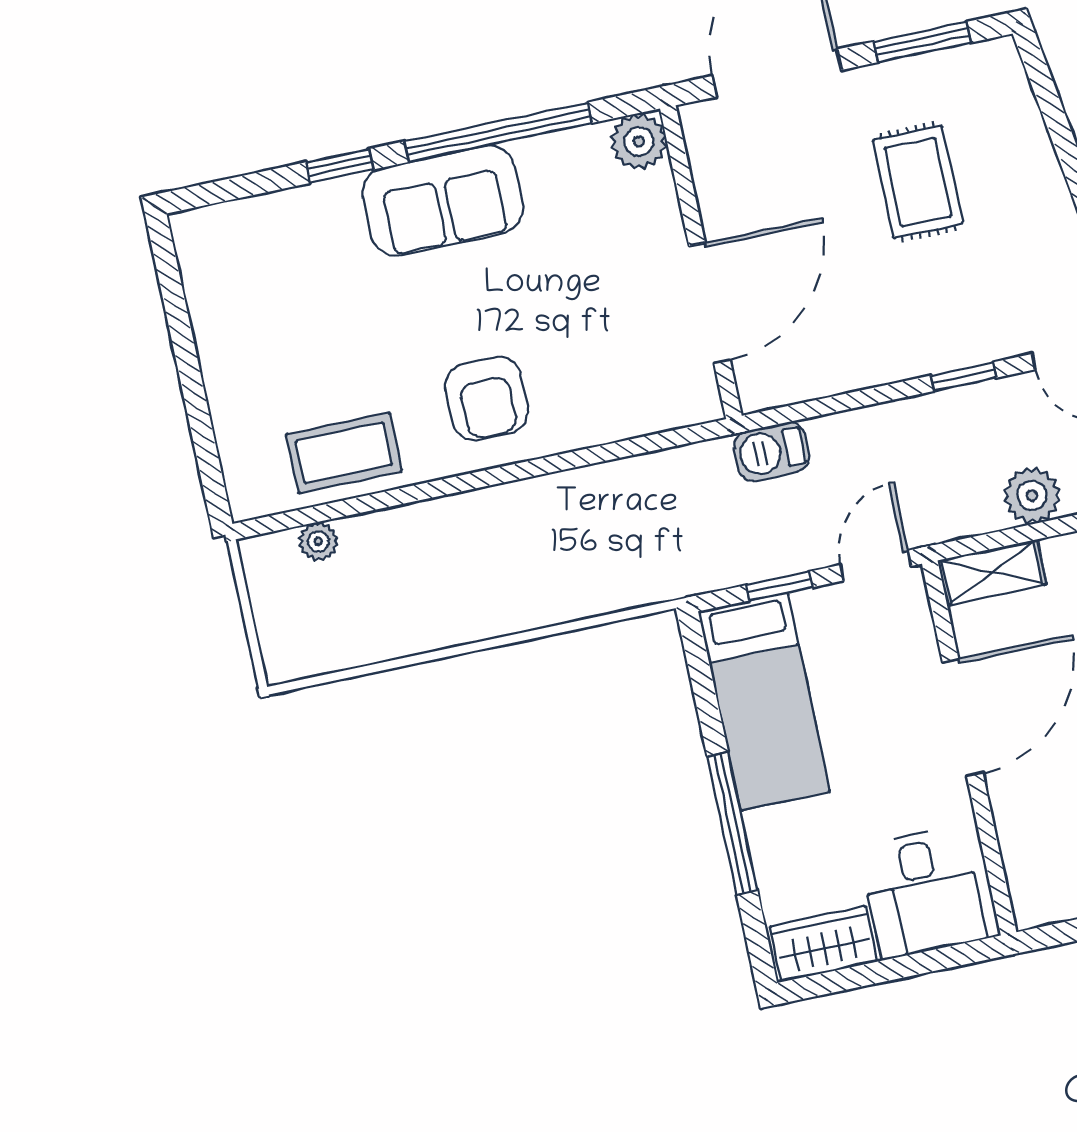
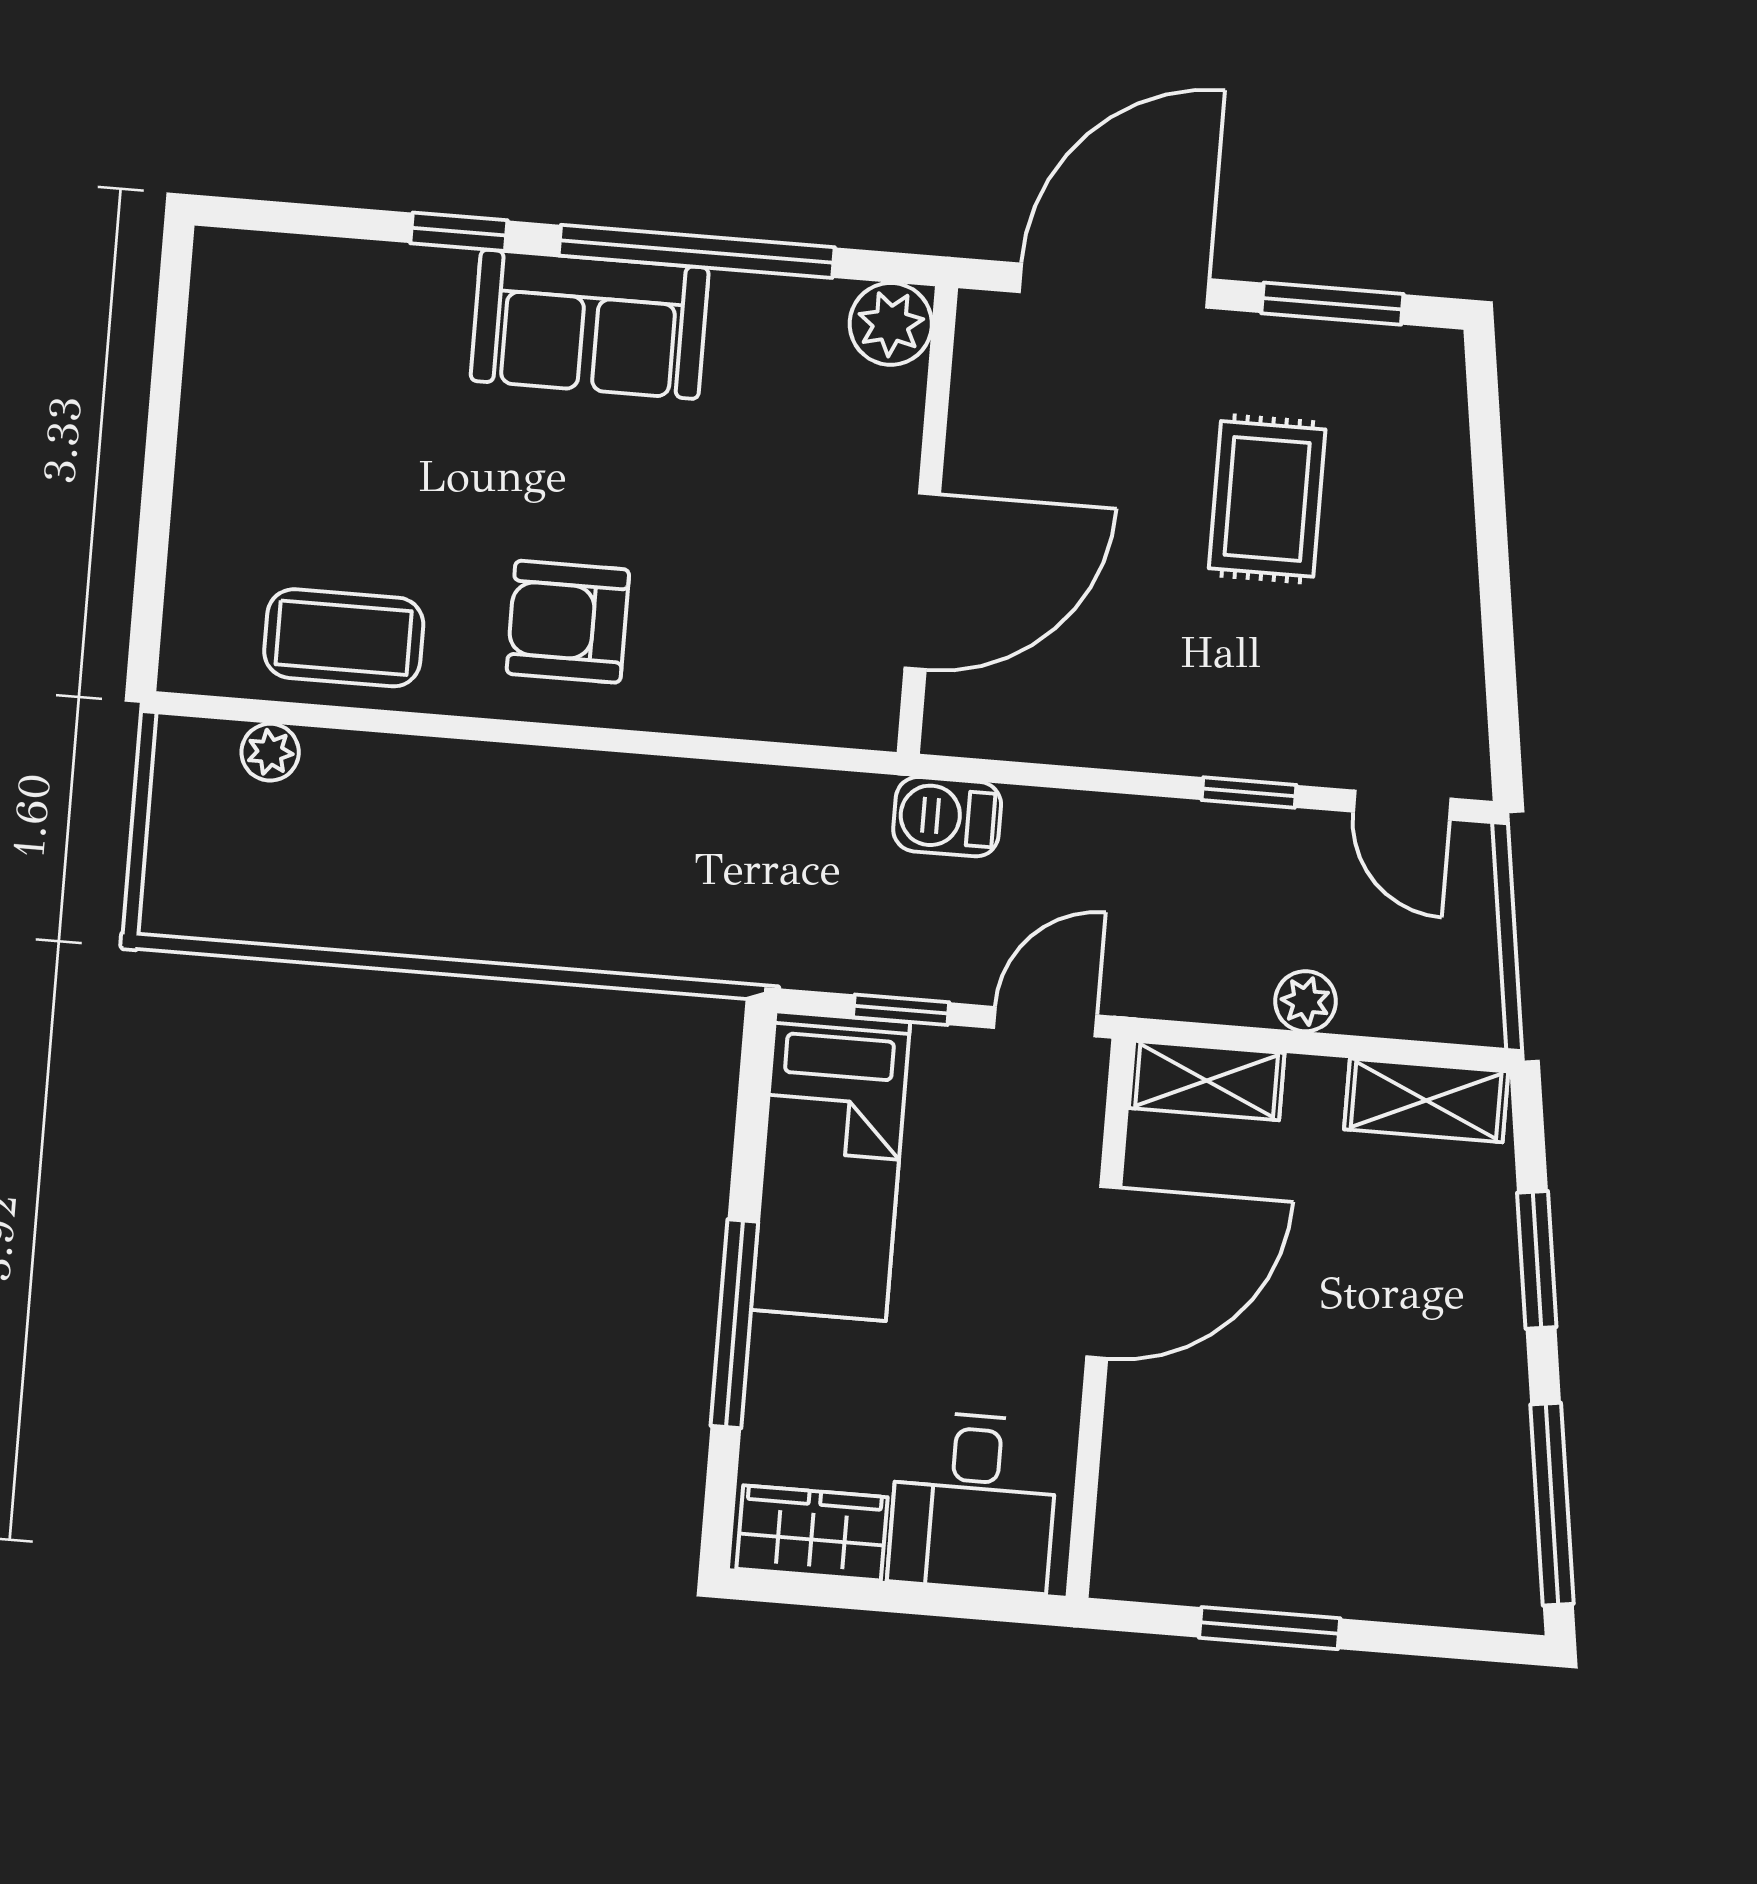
armchair: (487, 398) -> (568, 622), turned 90
plant: (1032, 496) -> (1306, 1001), width x0.73, depth x0.73

